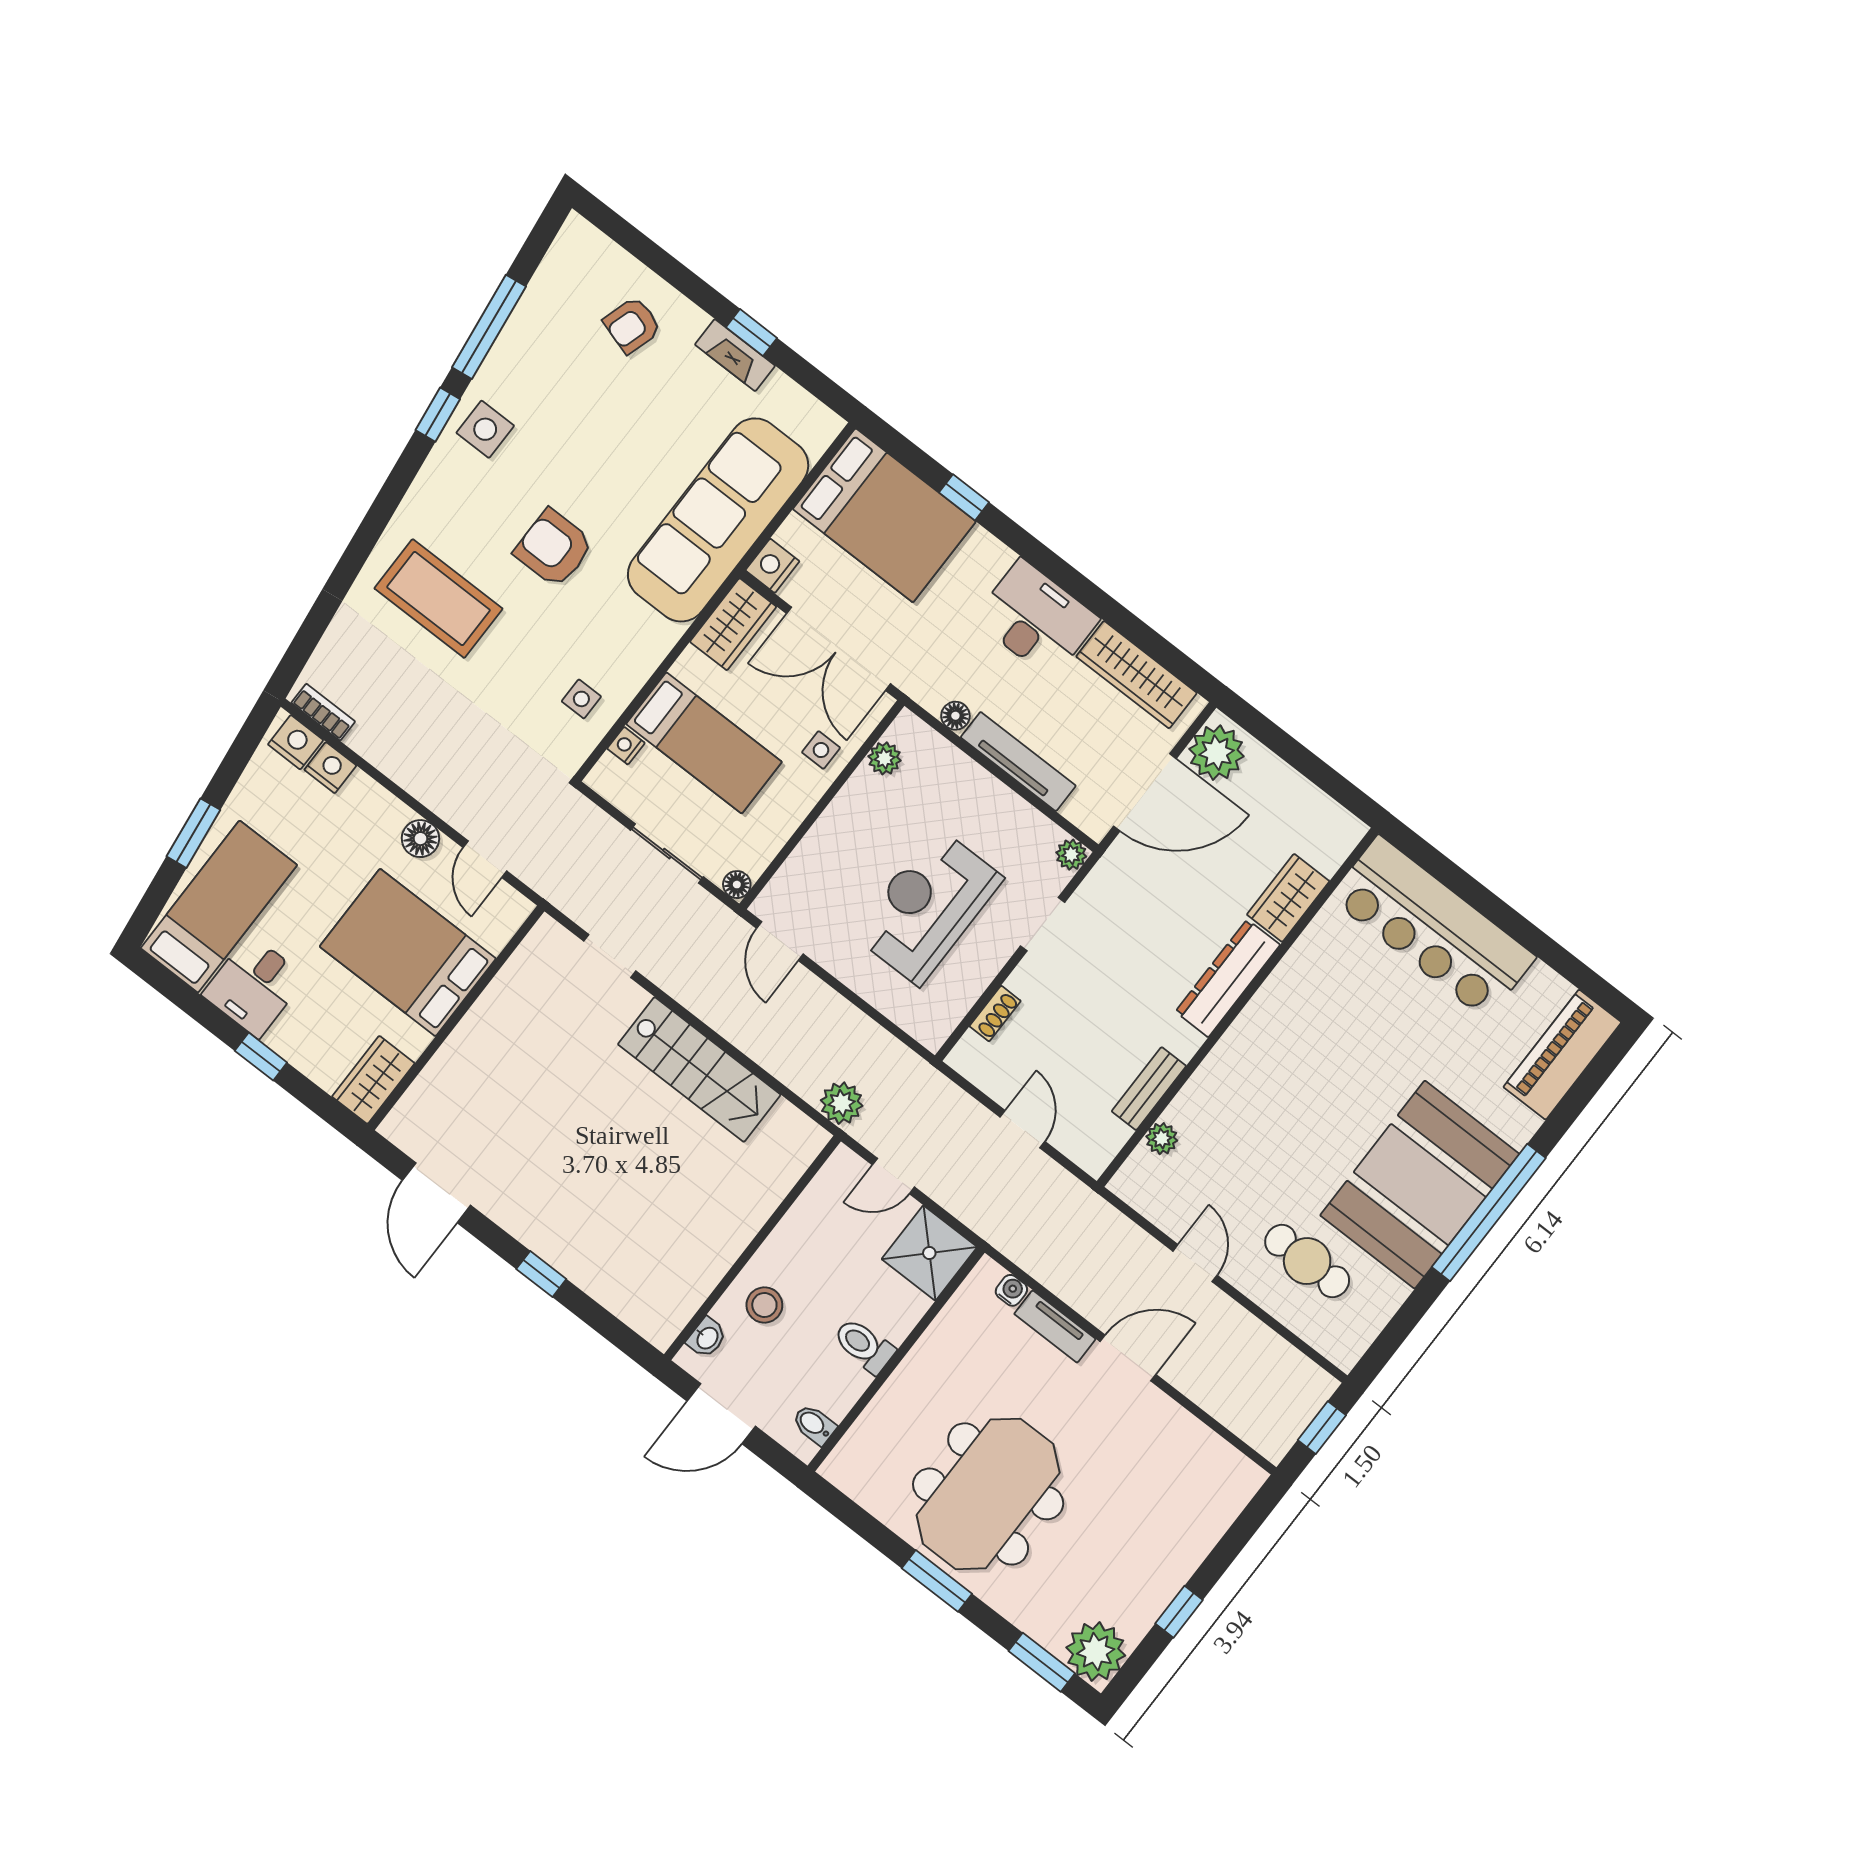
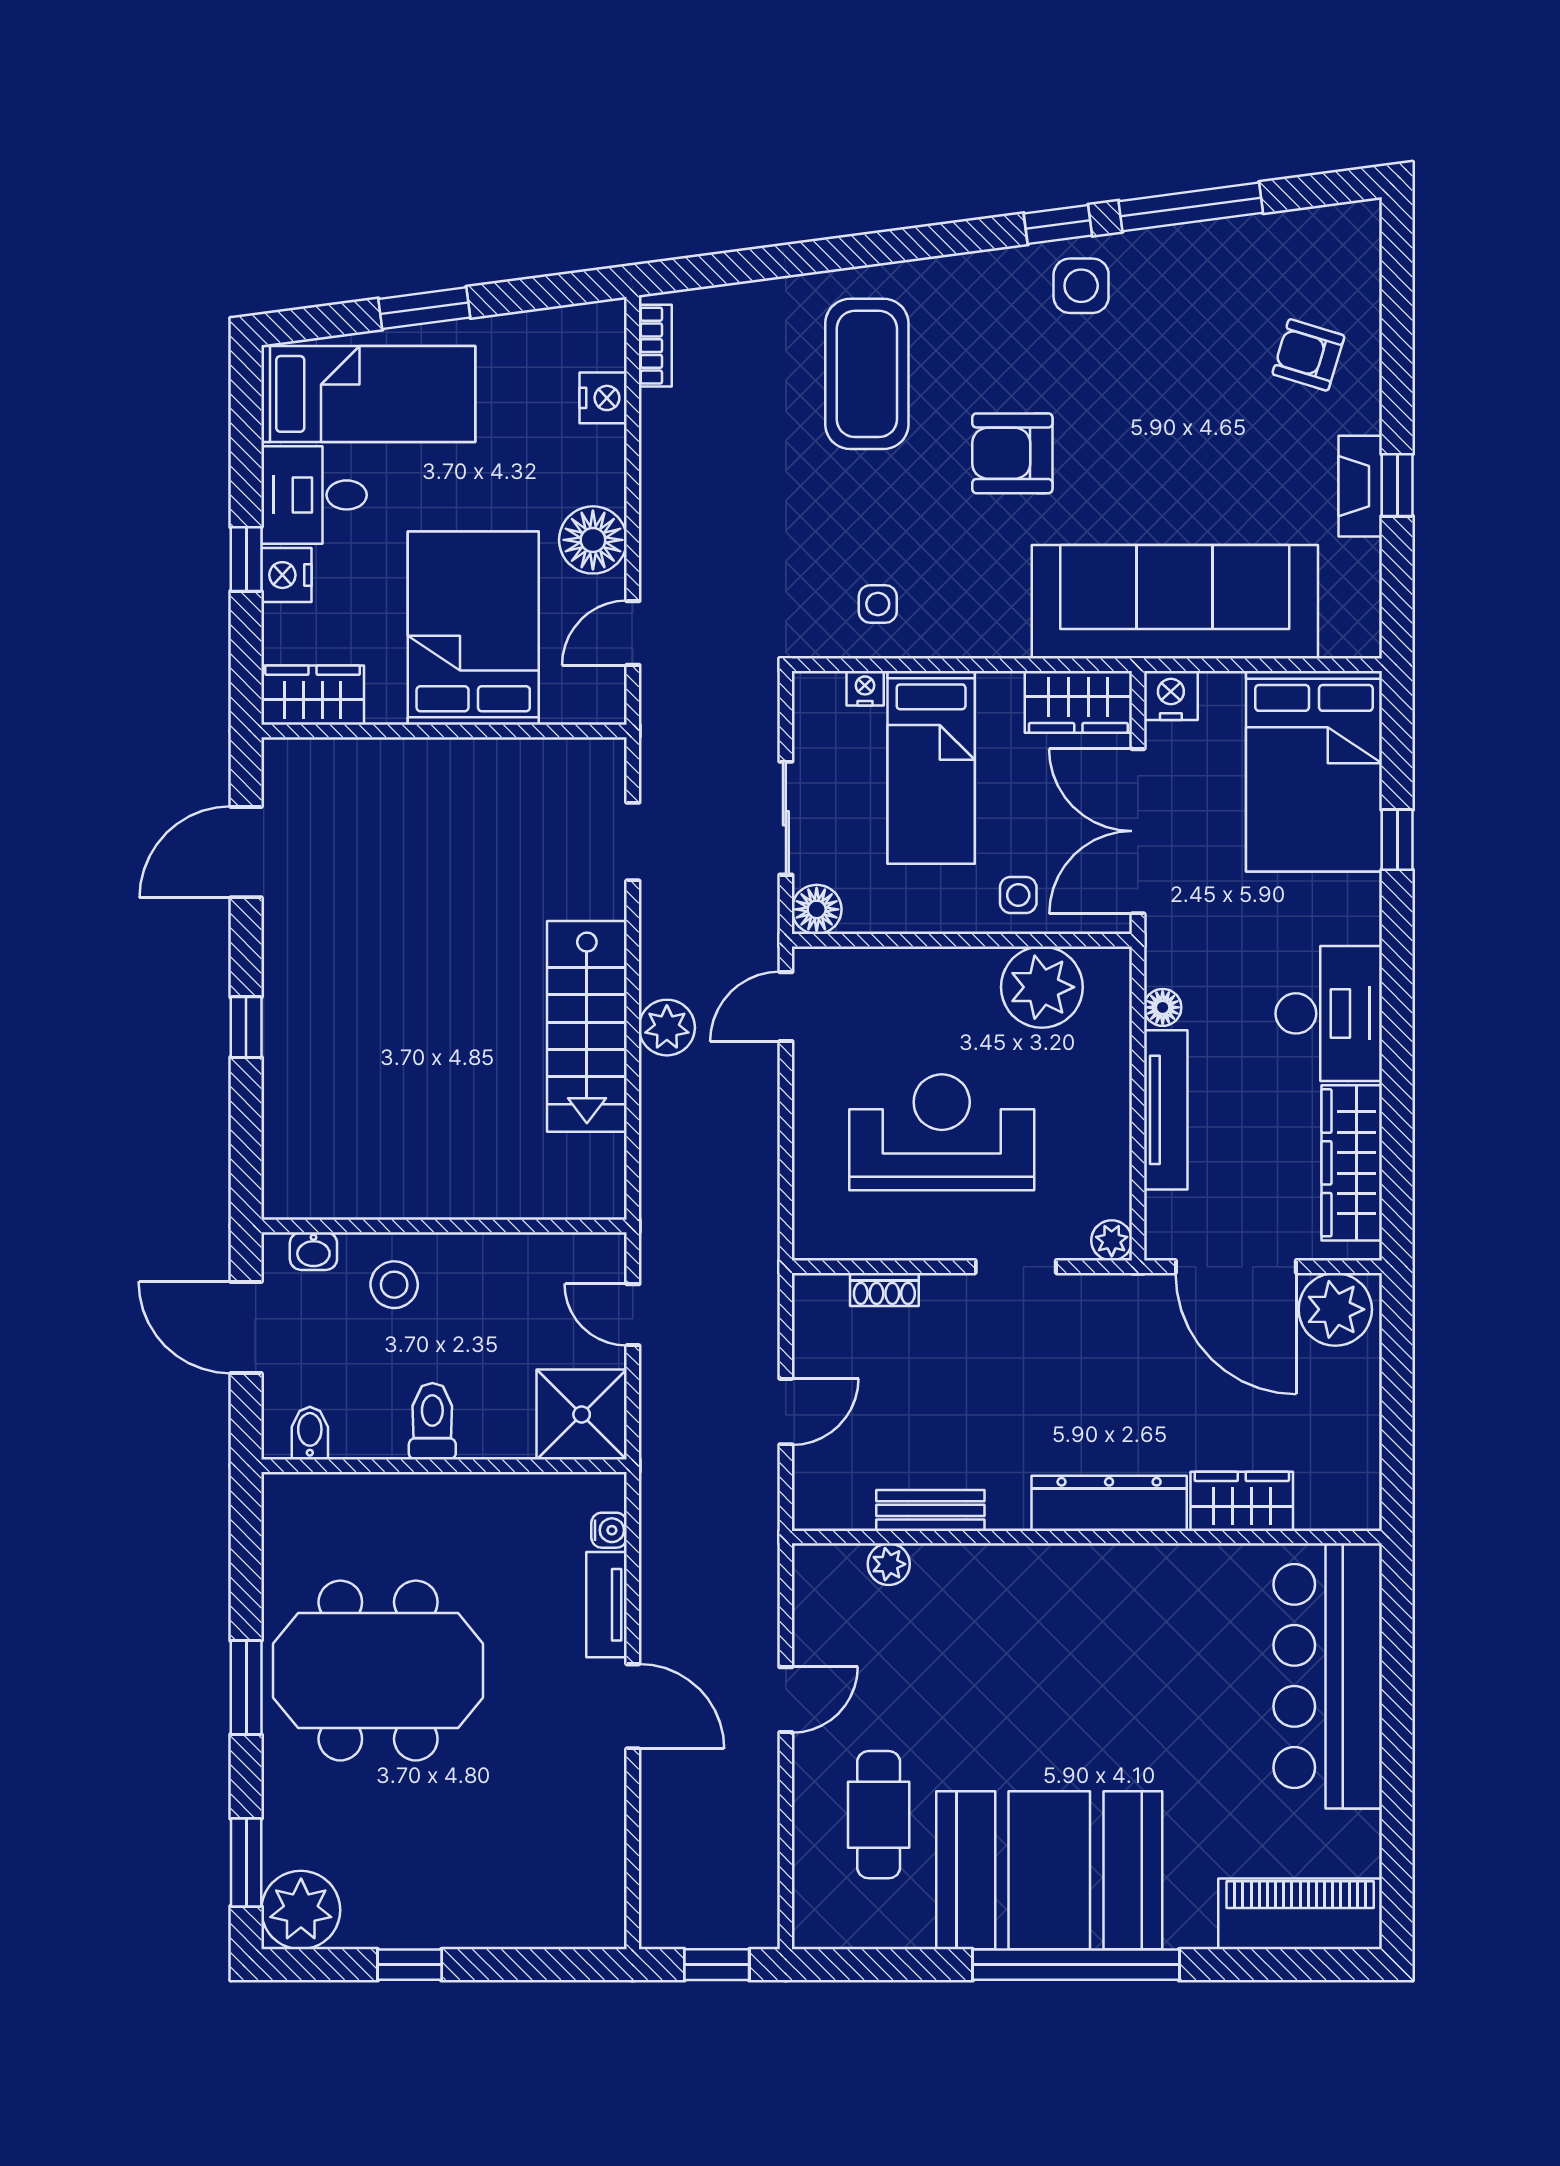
armchair: (554, 548) -> (1012, 453), turned -90
nightstand: (296, 742) -> (286, 575), moved, turned 180
plant: (885, 758) -> (1042, 987), width x1.87, depth x1.87
floor lamp: (420, 839) -> (593, 540), width x1.38, depth x1.38
floor lamp: (737, 885) -> (817, 909), width x1.37, depth x1.37
plant: (842, 1103) -> (667, 1028), moved

